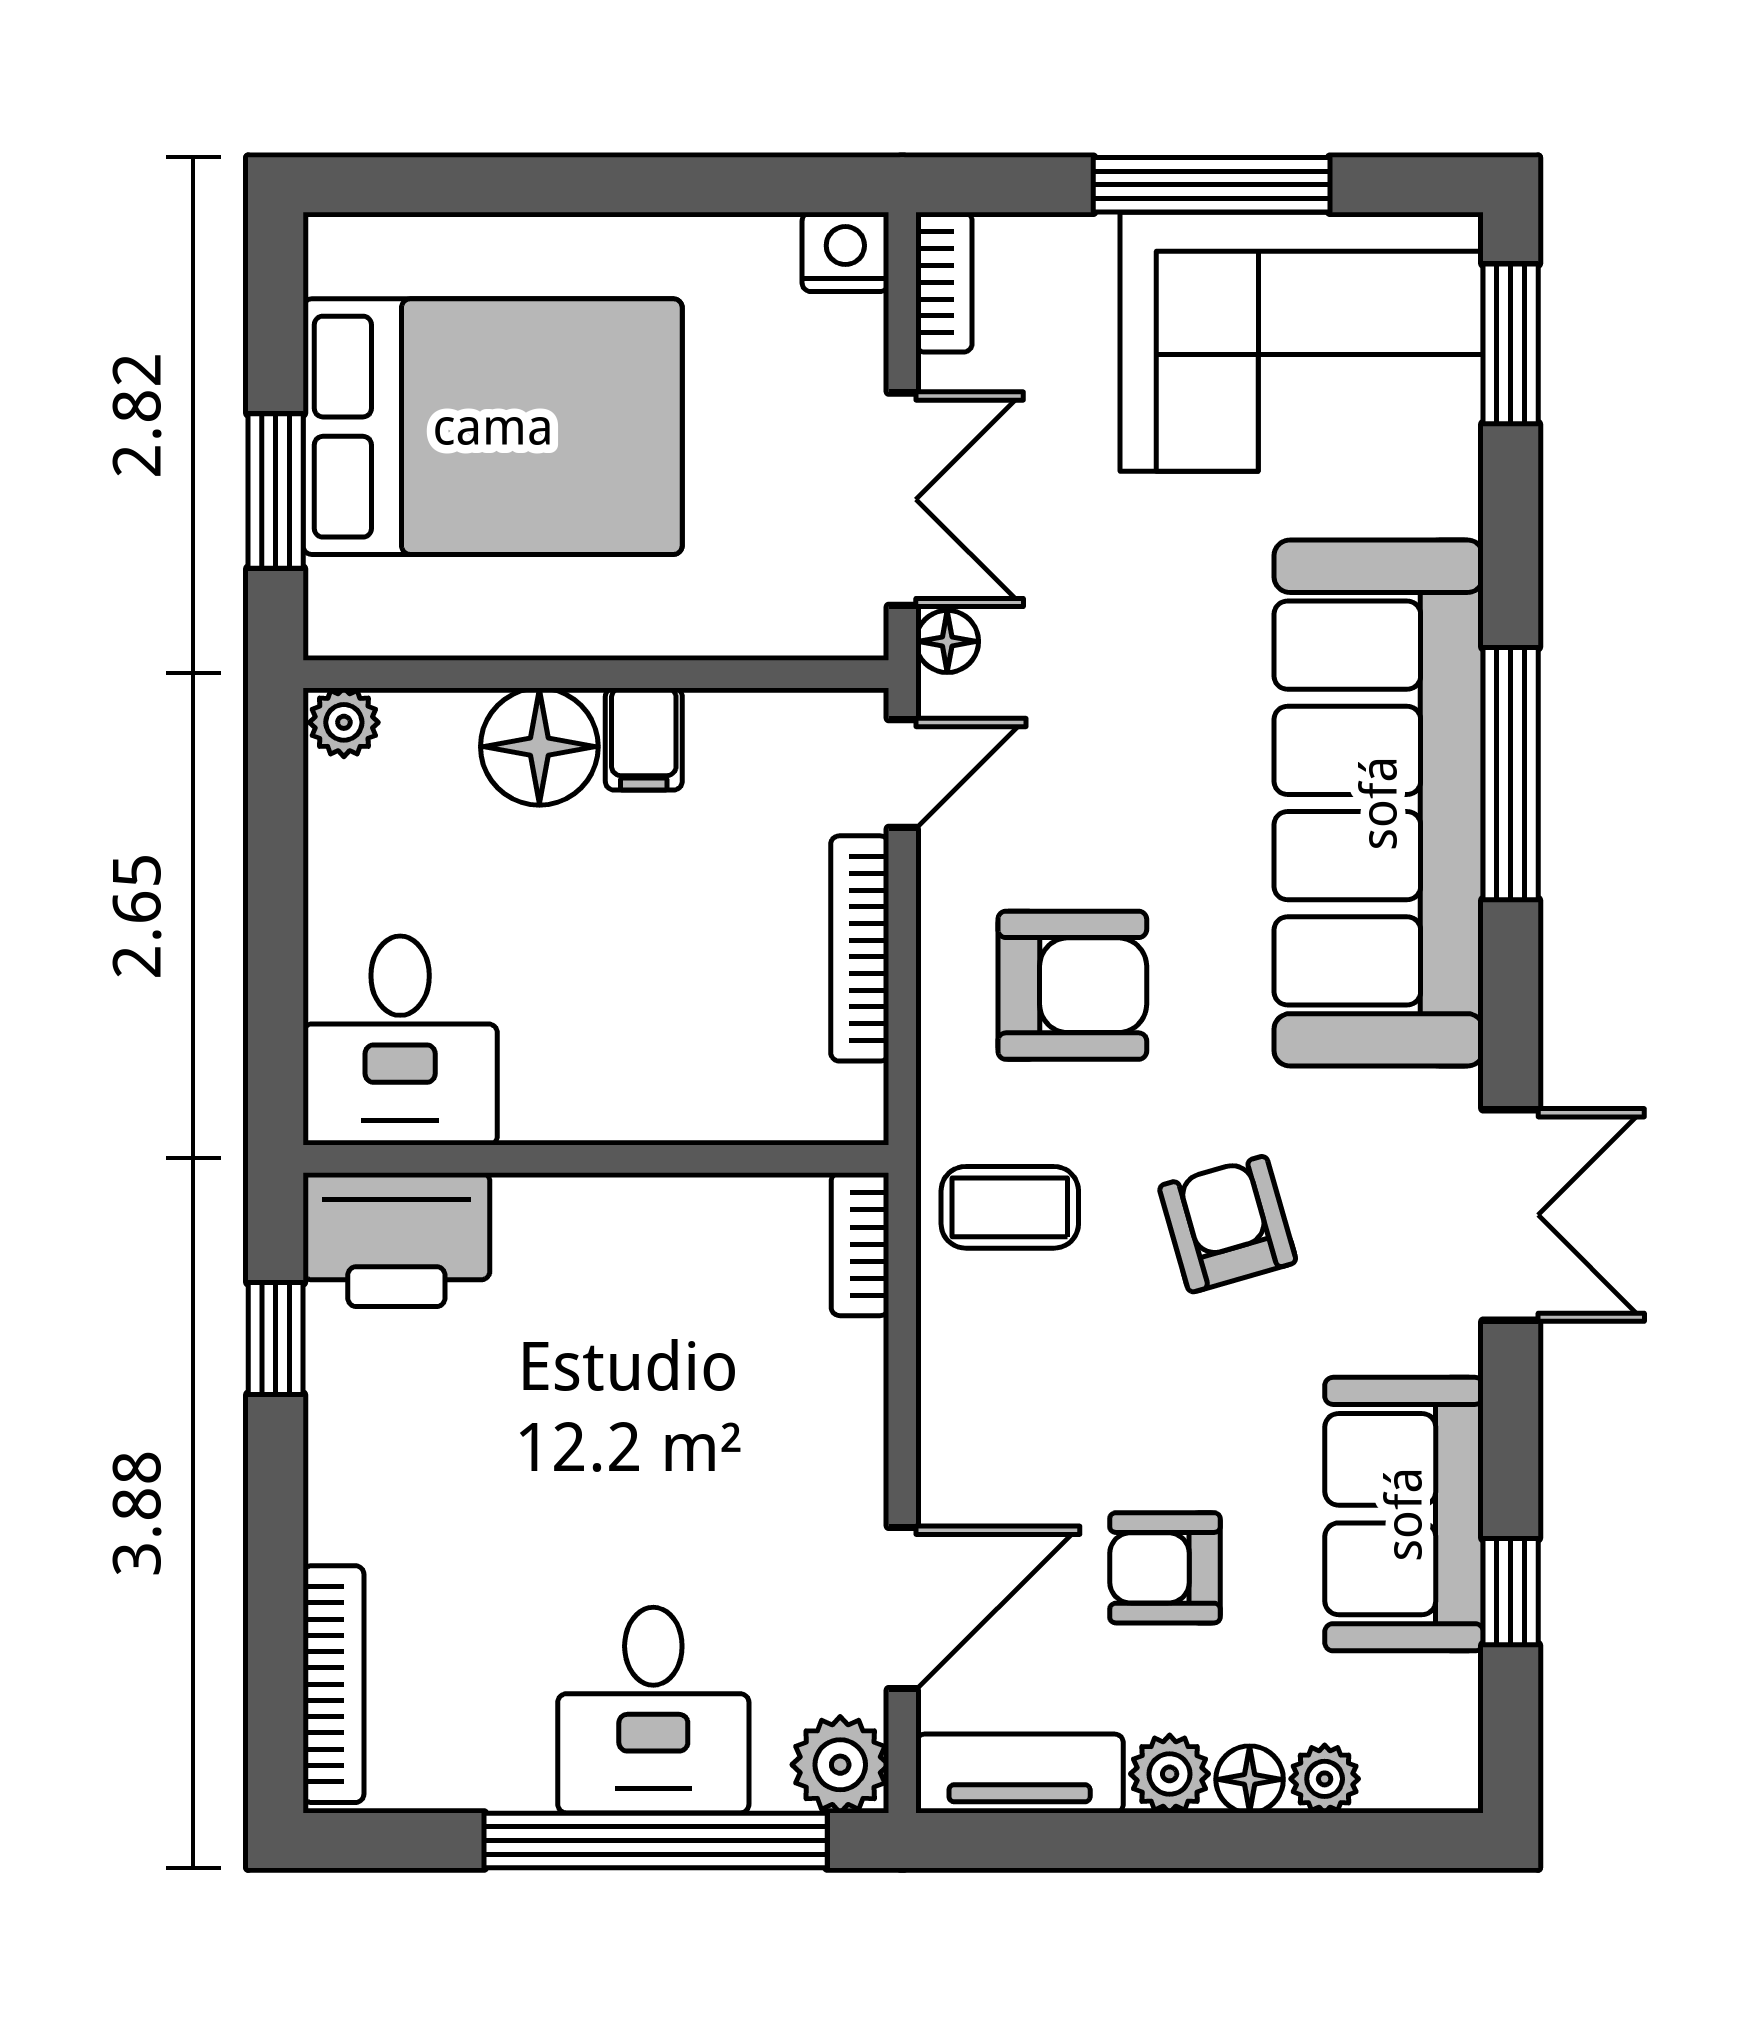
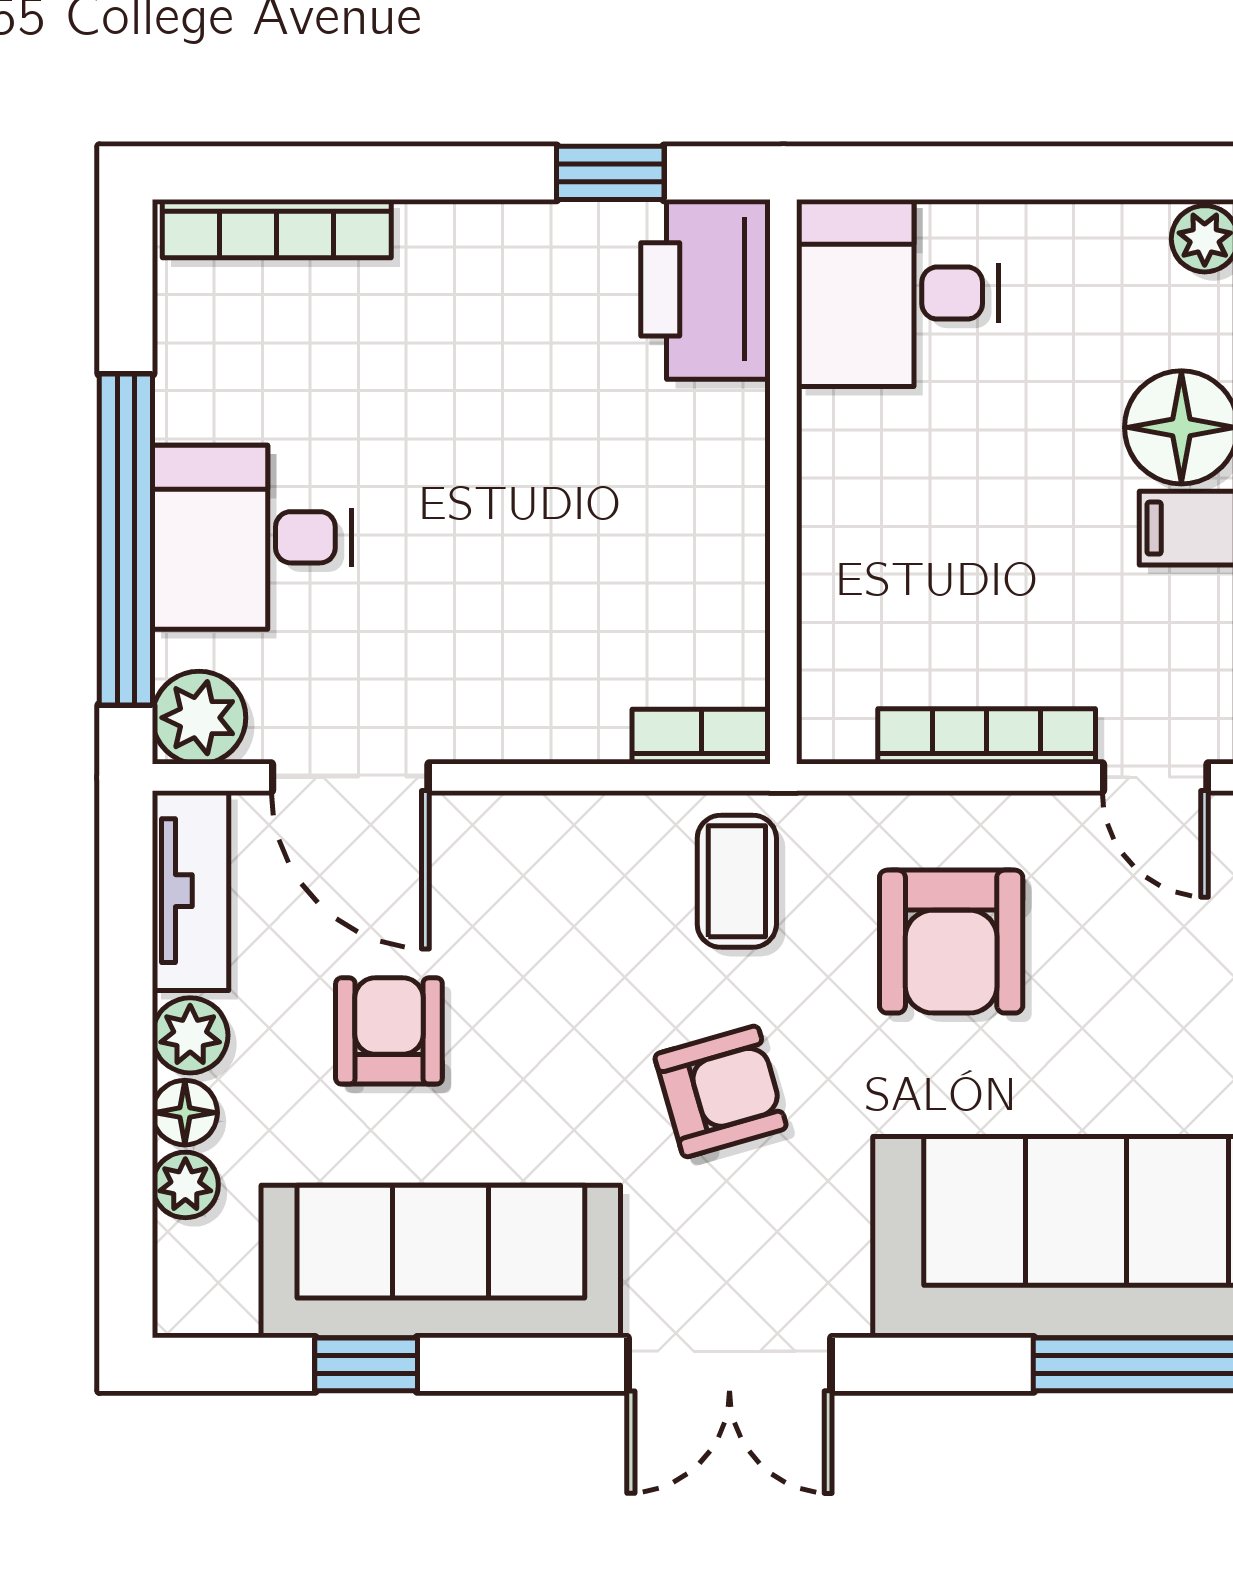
sofa: (1404, 1514) -> (441, 1262), width x1.36

